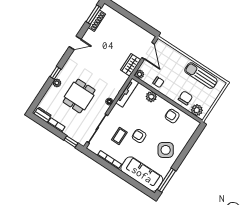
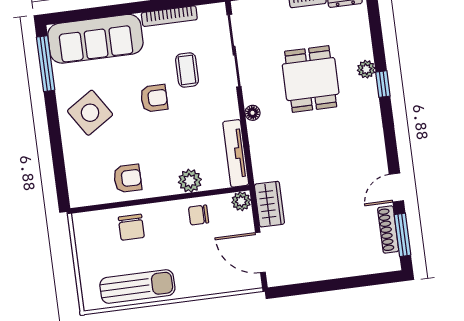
door: (75, 43) -> (396, 188), moved
plant: (197, 110) -> (95, 223), removed

